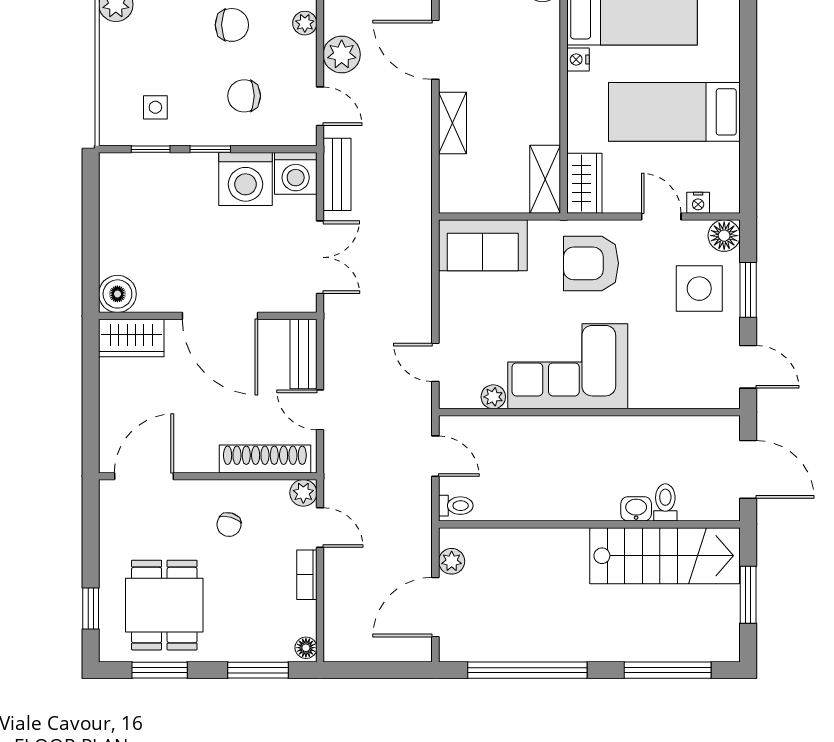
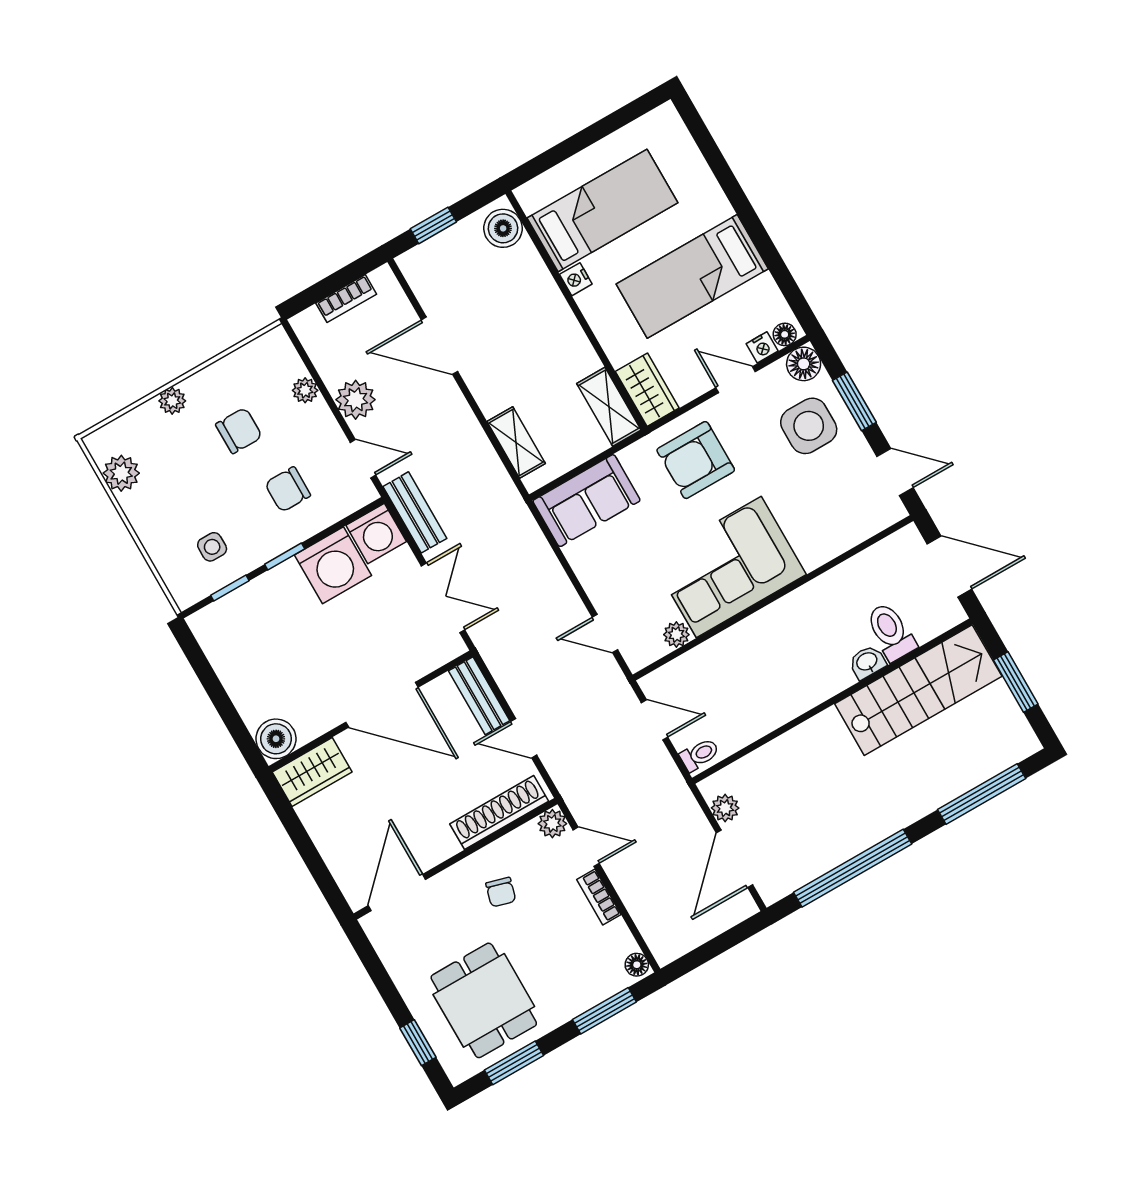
shelving: (453, 123) -> (516, 443), moved
floor lamp: (723, 203) -> (785, 334), added
toilet: (665, 502) -> (891, 632), width x1.37, depth x1.39

